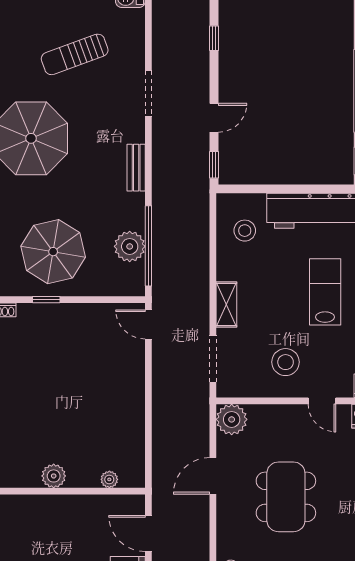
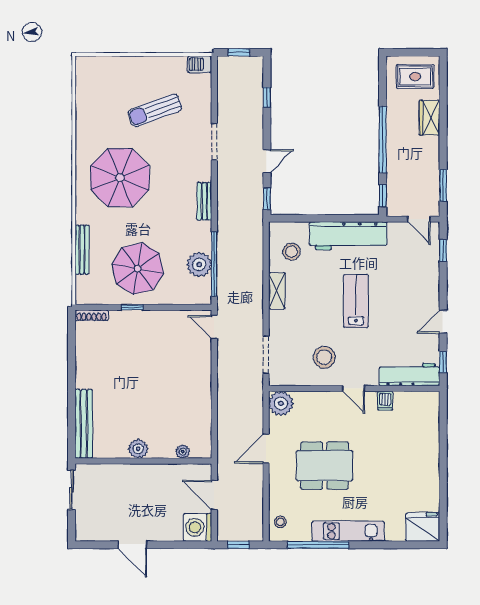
shelving: (226, 304) -> (277, 291), moved
dining table: (286, 497) -> (325, 466), turned 90

